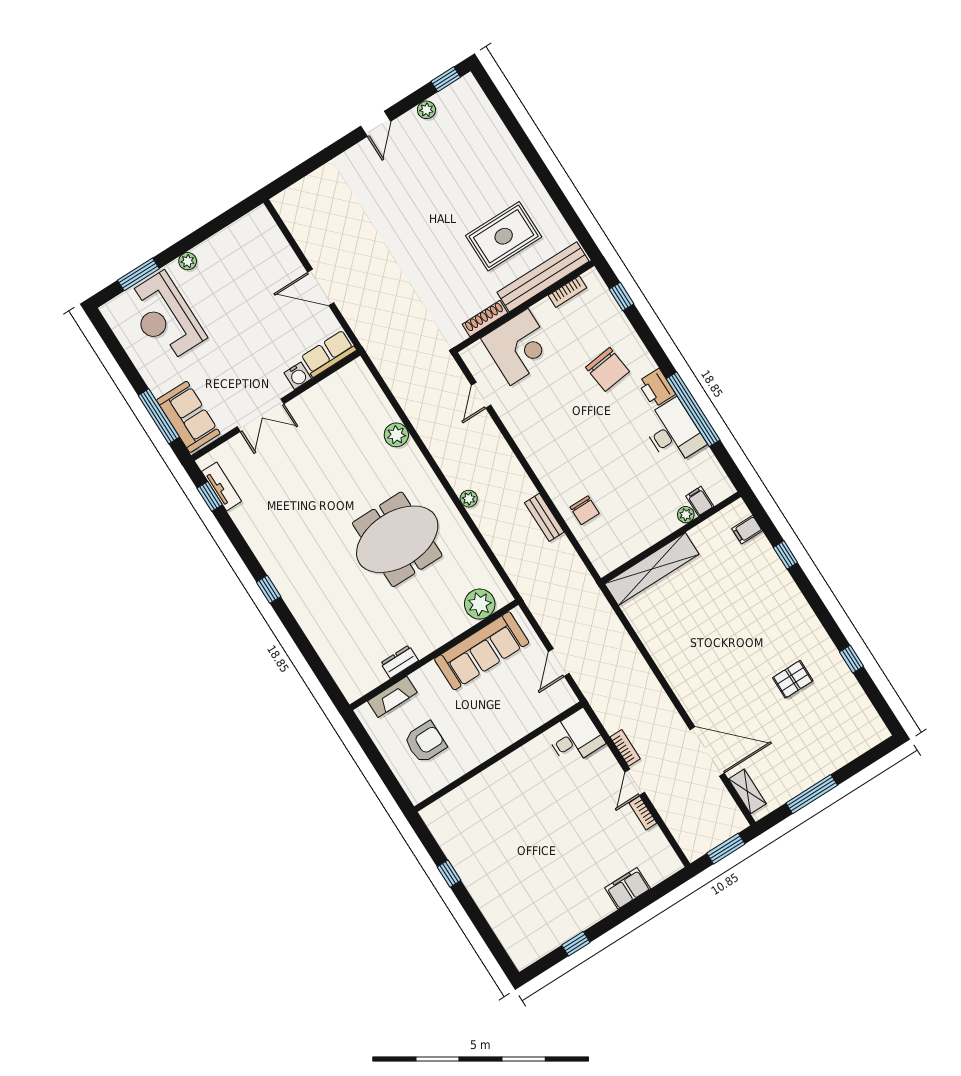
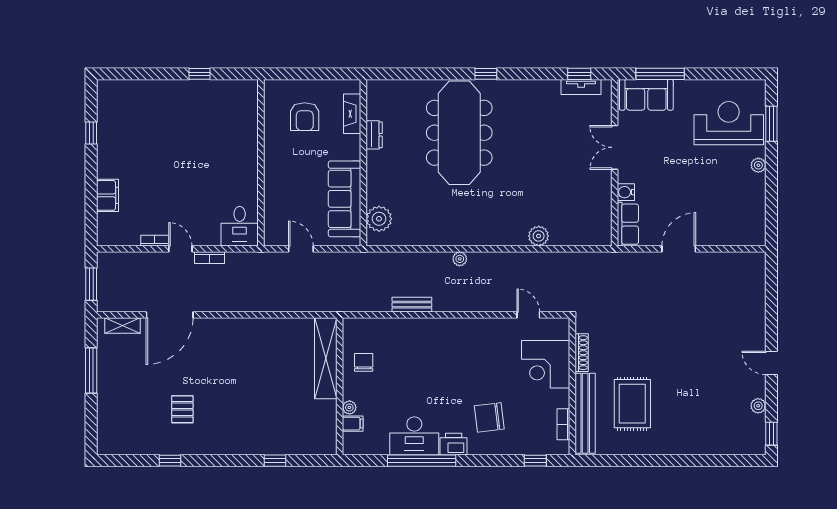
chair: (585, 510) -> (364, 362), moved, turned 90
filing cabinet: (747, 530) -> (311, 445), removed
meeting table: (397, 539) -> (459, 133), moved, width x1.36

